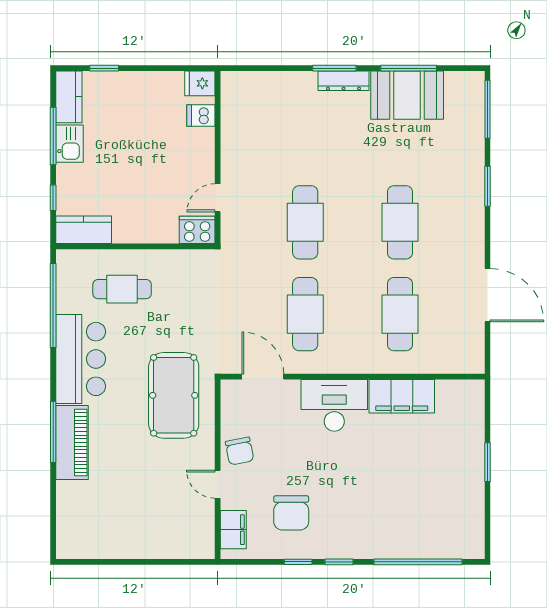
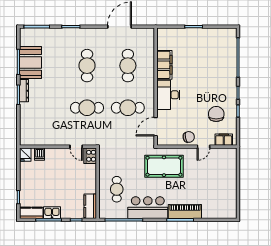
cafe table: (400, 222) -> (87, 66), turned 90
cafe table: (400, 314) -> (128, 66), turned 90
chair: (291, 513) -> (216, 114), turned -90

